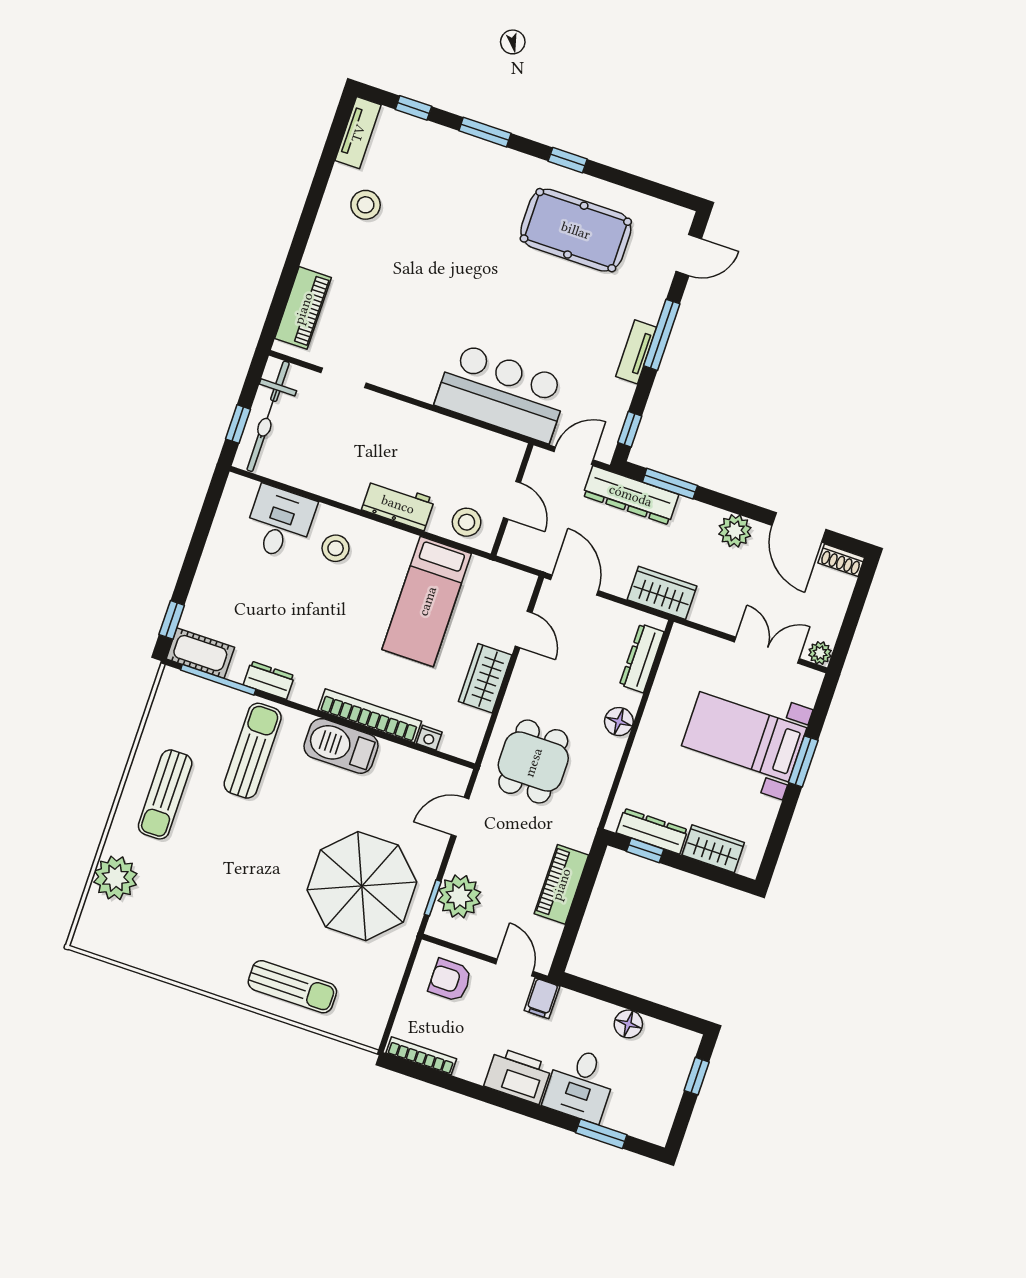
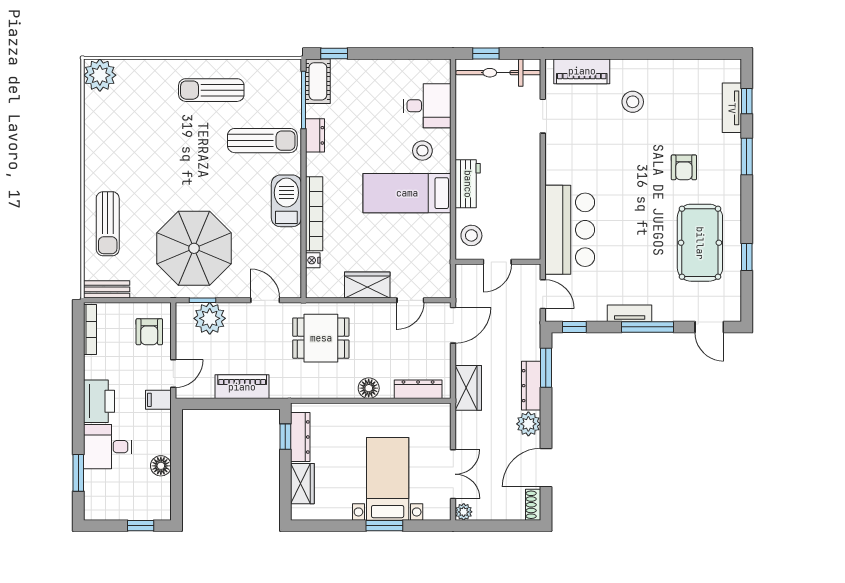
tv unit: (358, 133) -> (732, 108), moved, turned 90
window: (568, 160) -> (747, 257), moved
stool: (366, 205) -> (633, 102), moved
armchair: (471, 218) -> (684, 167), added
dresser: (631, 495) -> (531, 386), moved, width x0.73, depth x0.80
bed: (427, 601) -> (407, 193), moved
plant: (115, 878) -> (100, 75), moved
armchair: (450, 980) -> (149, 332), turned 180
bench: (377, 1017) -> (107, 289), added

